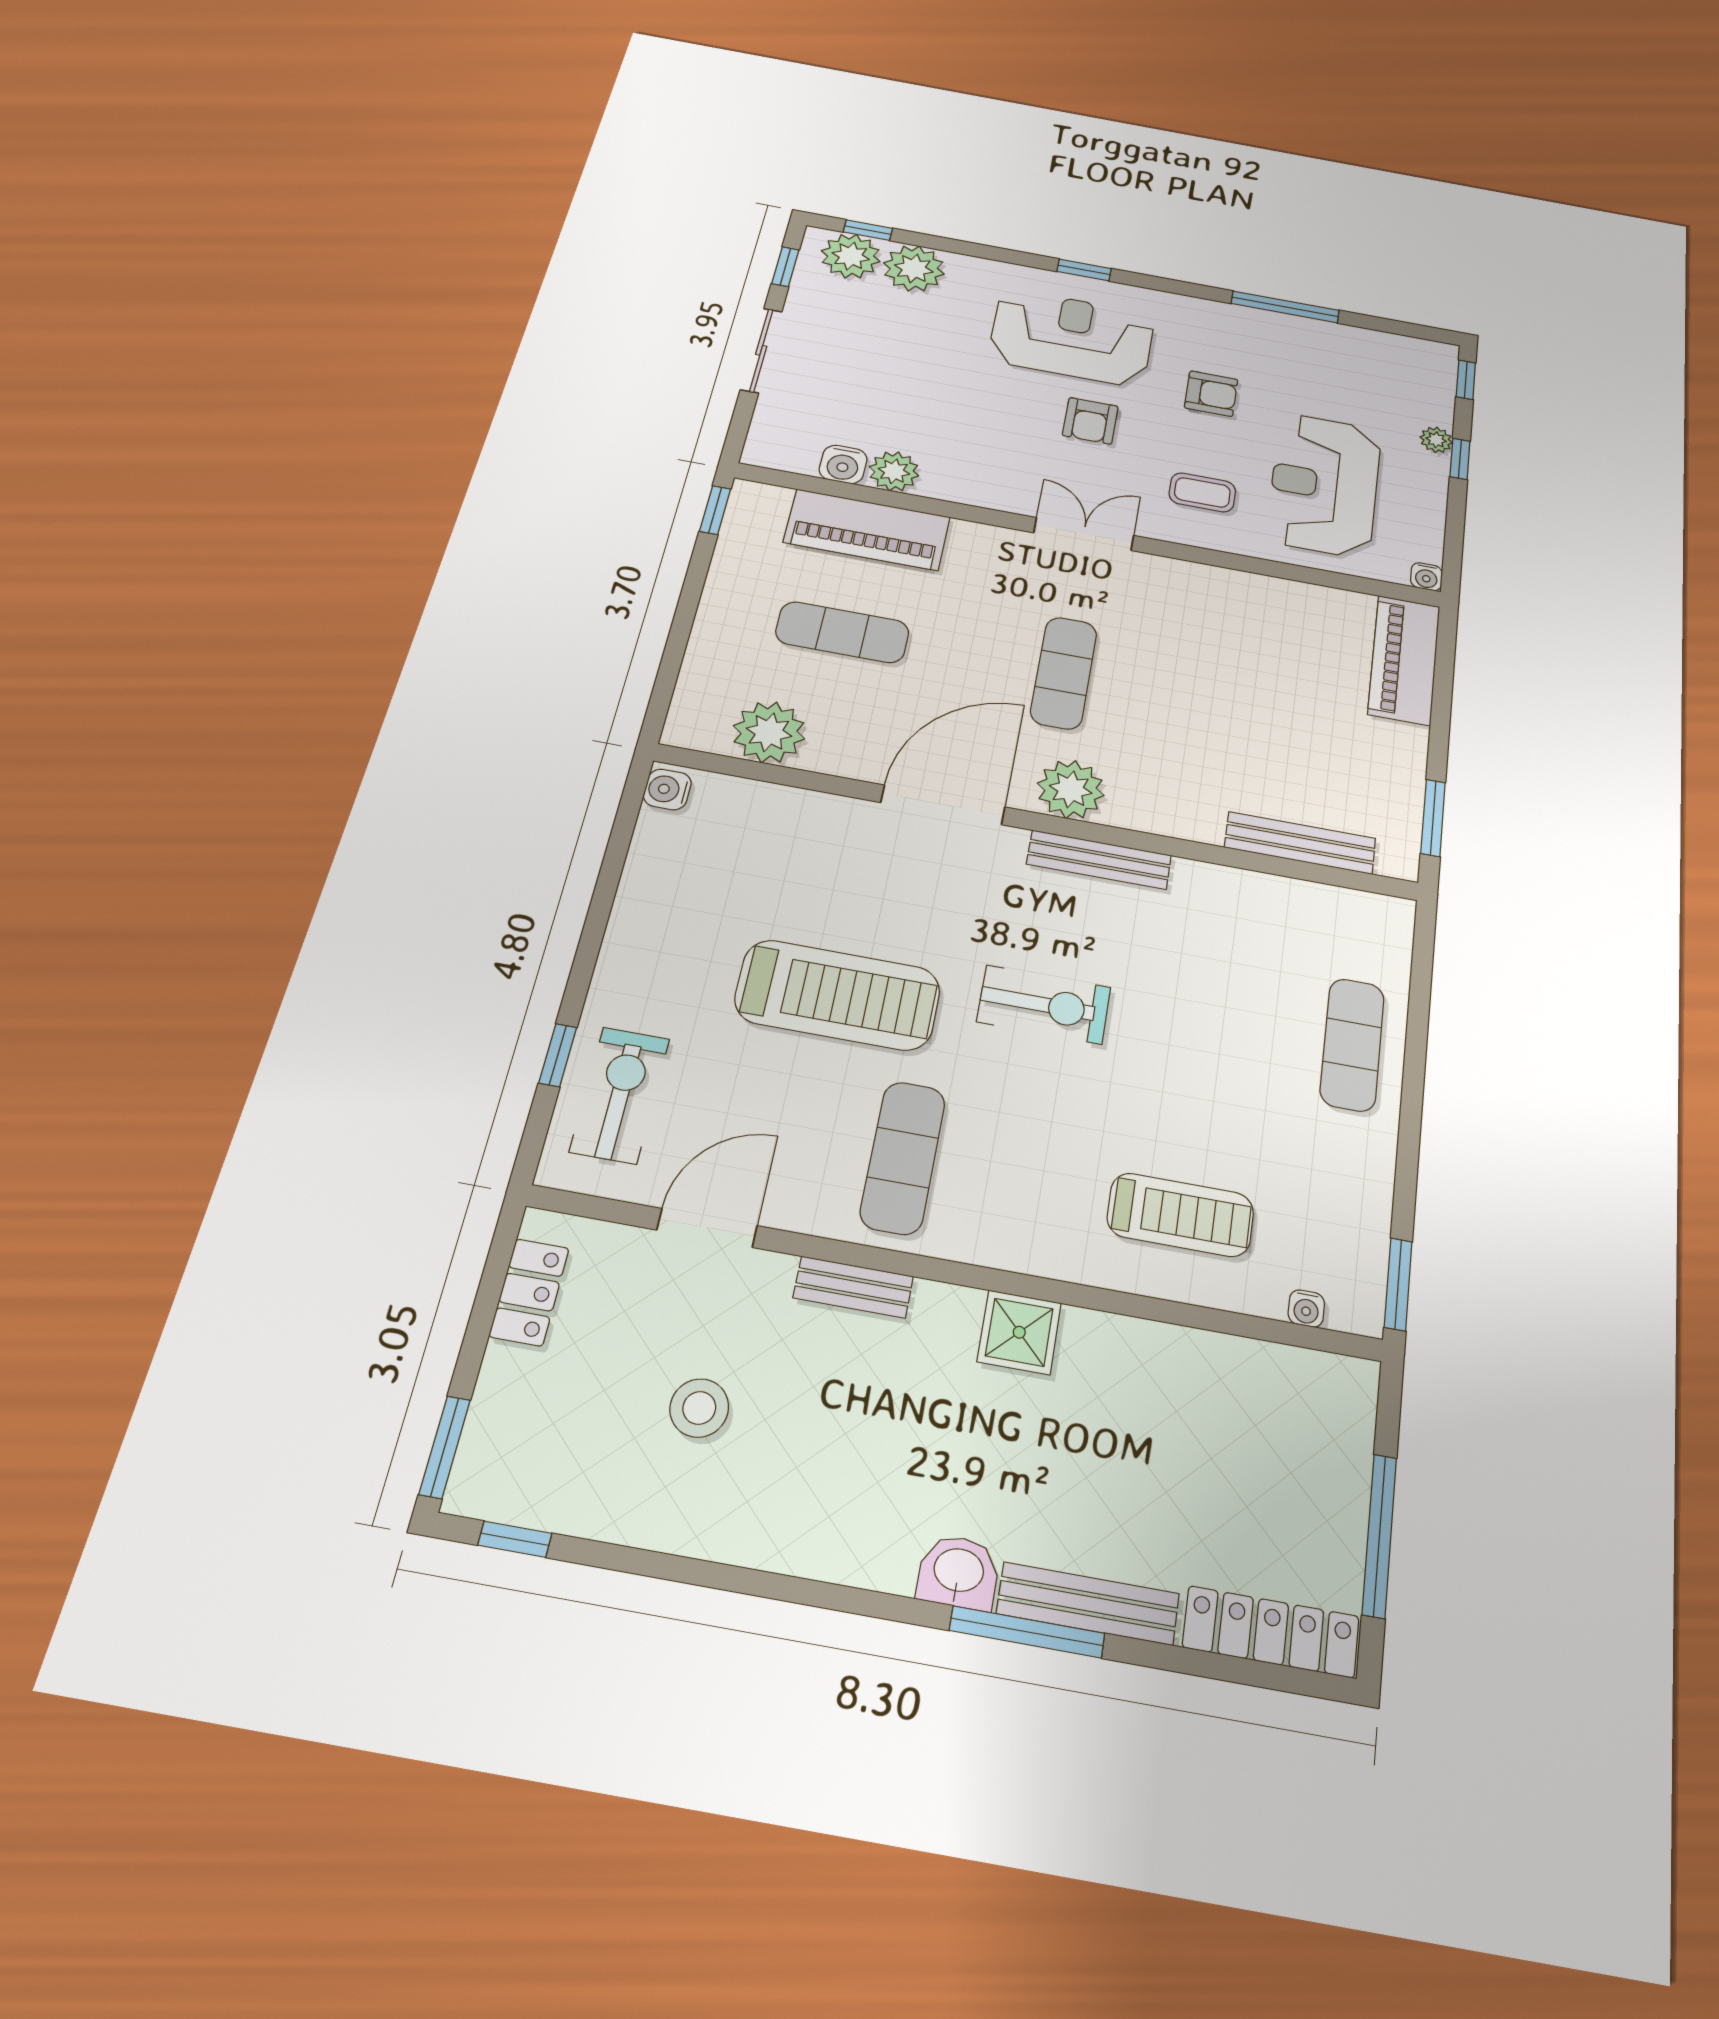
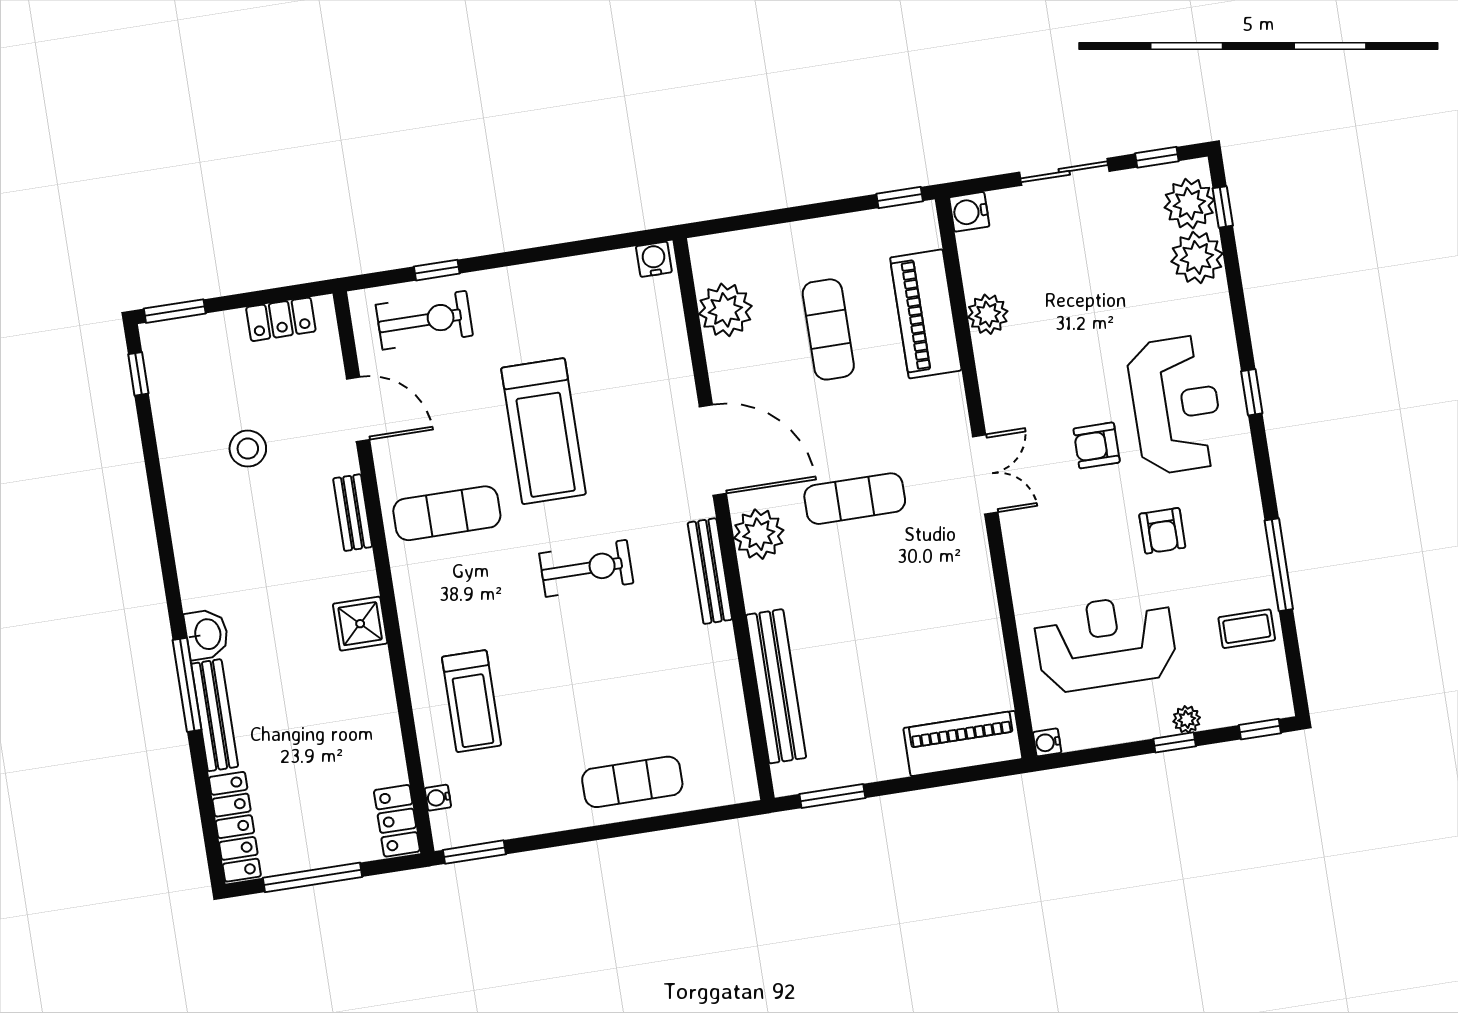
water cooler: (843, 464) -> (969, 212), moved
coffee table: (1202, 492) -> (1247, 629), moved, turned 90
bench: (1300, 843) -> (776, 686), width x1.37, depth x1.21
exercise bike: (1044, 1005) -> (586, 568), turned -90
locker: (1325, 1379) -> (397, 821), added

